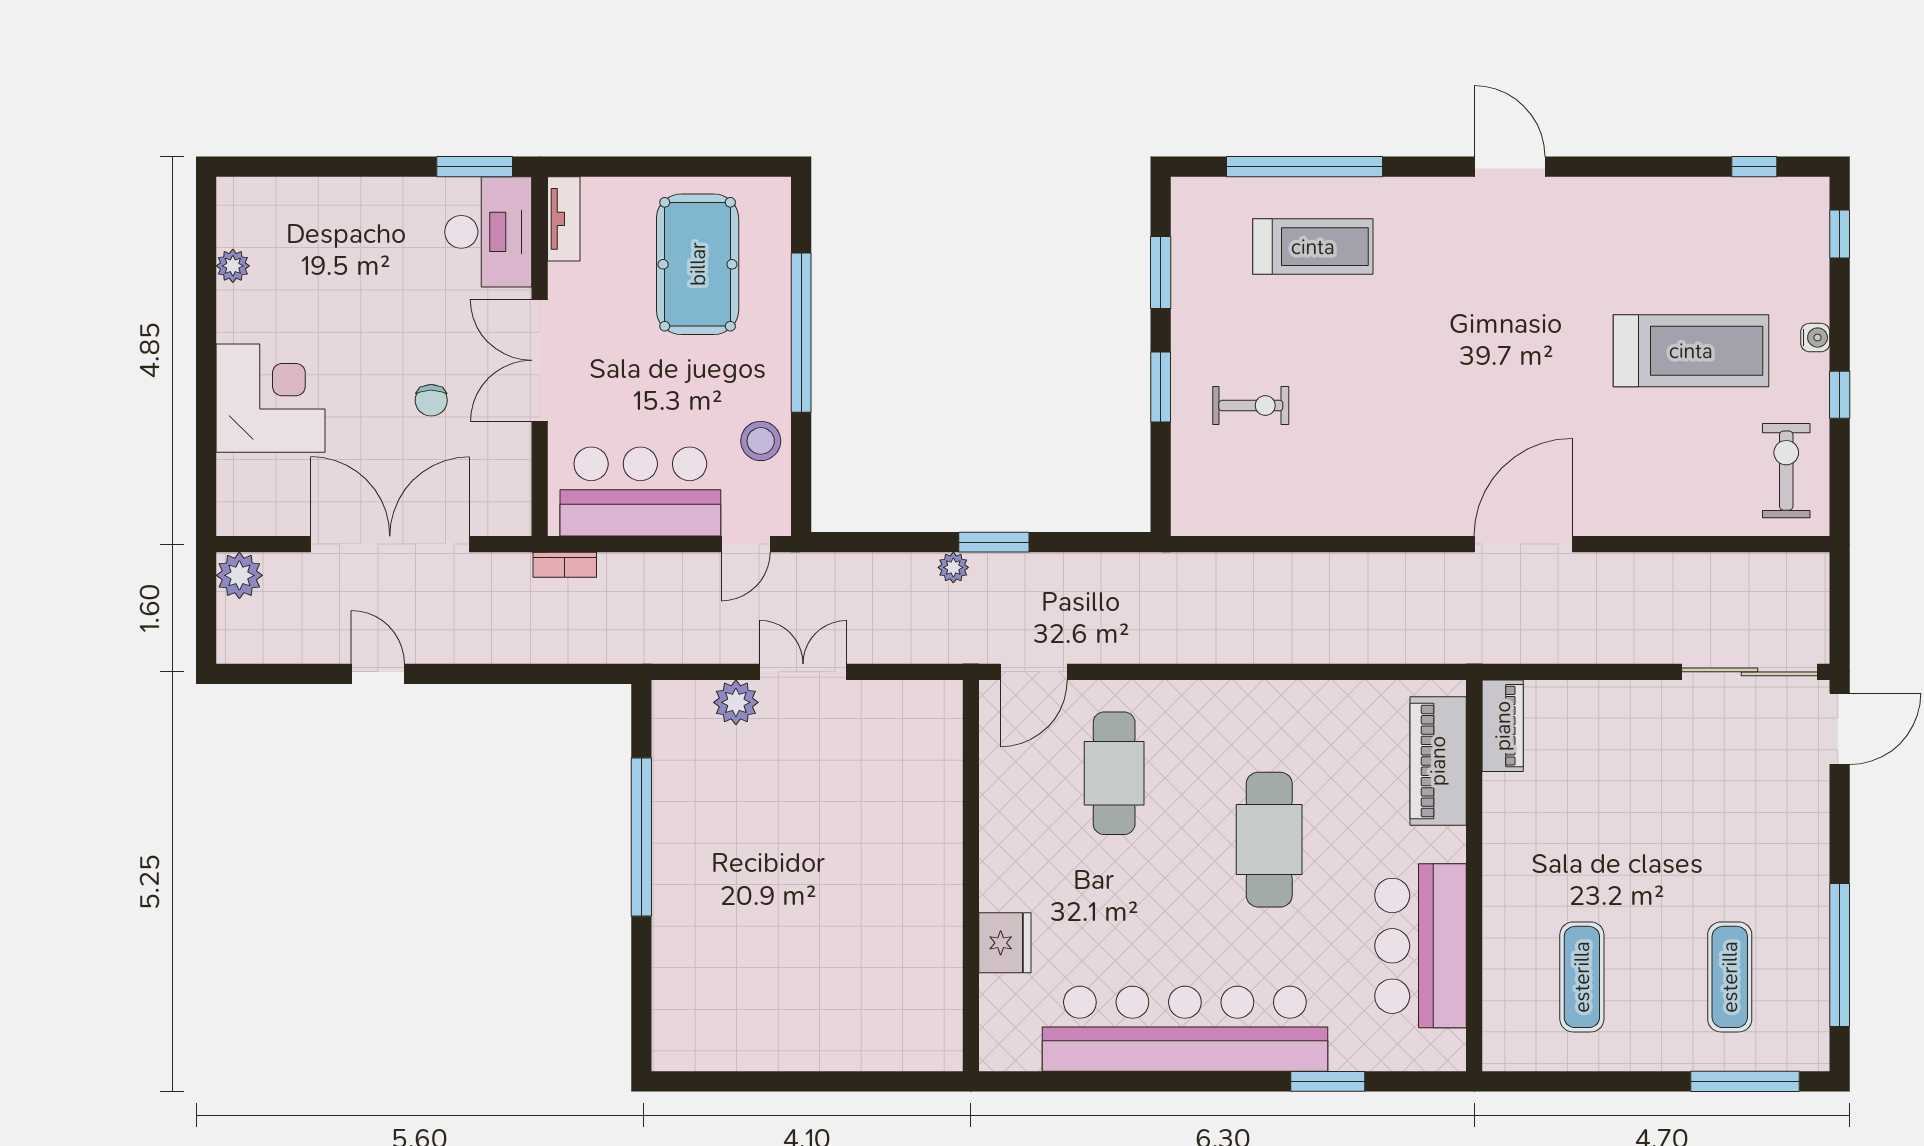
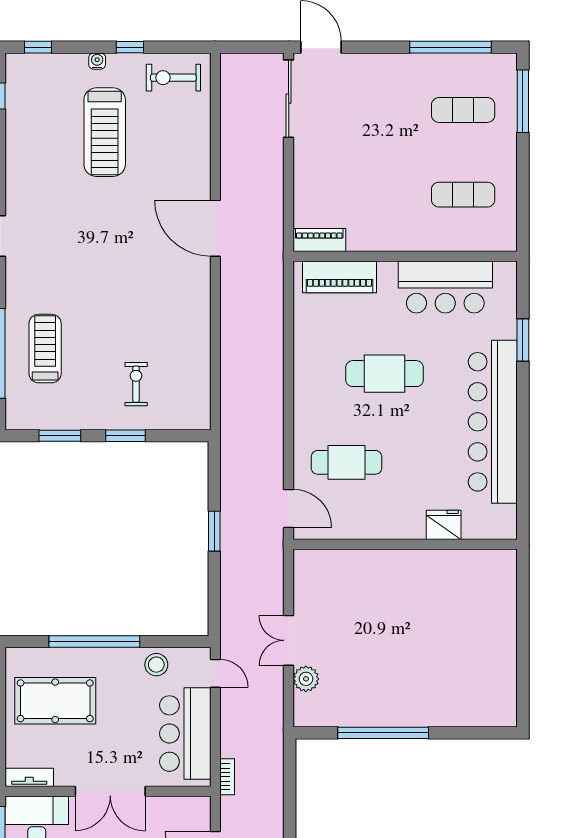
treadmill: (1691, 351) -> (105, 132), turned 180
plant: (953, 567) -> (229, 554), removed

